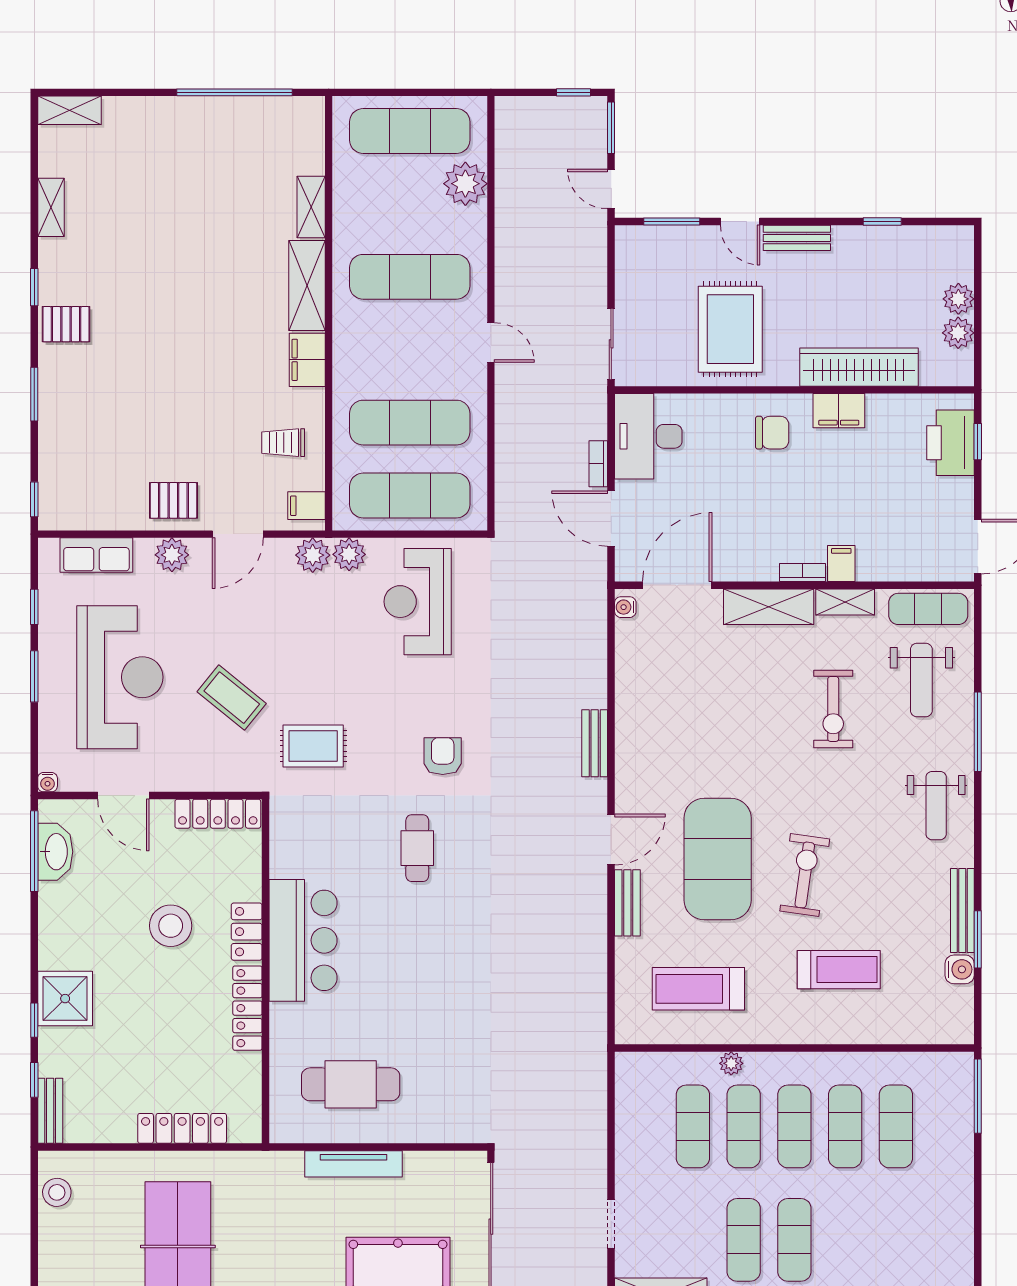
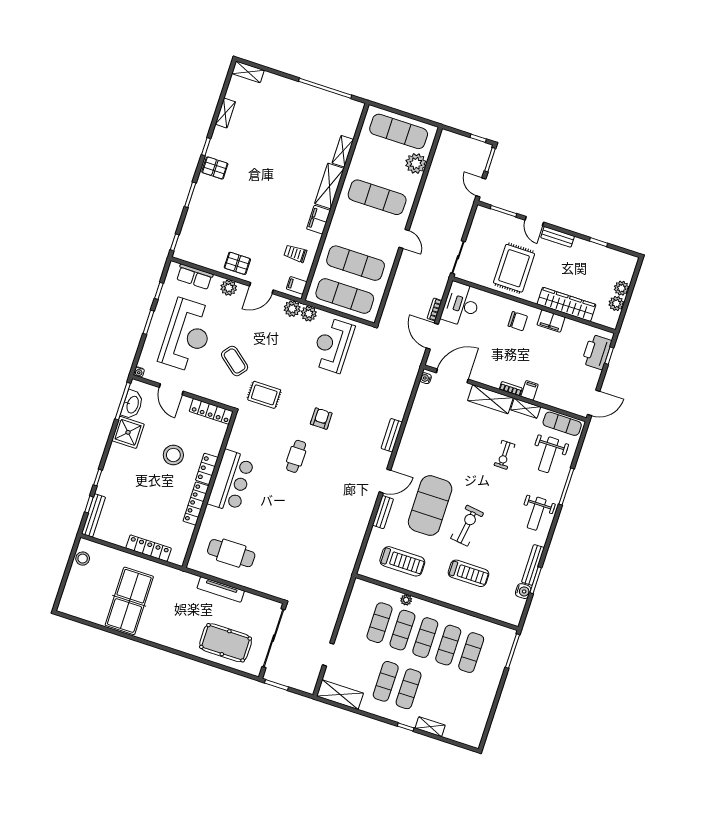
exercise bike: (833, 709) -> (504, 455), width x0.73, depth x0.72
treadmill: (698, 989) -> (402, 561), turned 180
shower: (65, 999) -> (128, 432), moved
bench: (50, 1111) -> (93, 515), width x1.36

